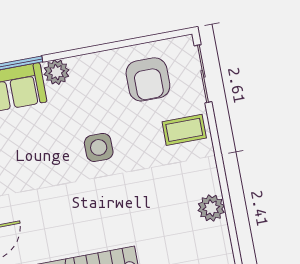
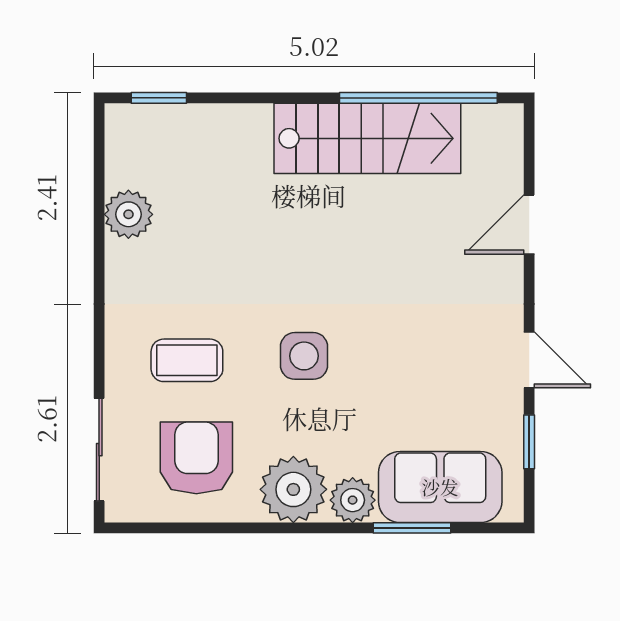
plant: (91, 72) -> (293, 489), added
coffee table: (184, 130) -> (187, 360), moved

